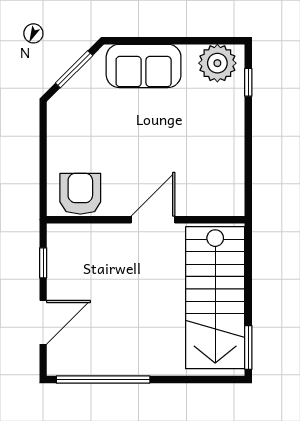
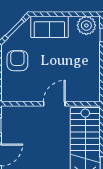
armchair: (80, 194) -> (17, 61), moved

